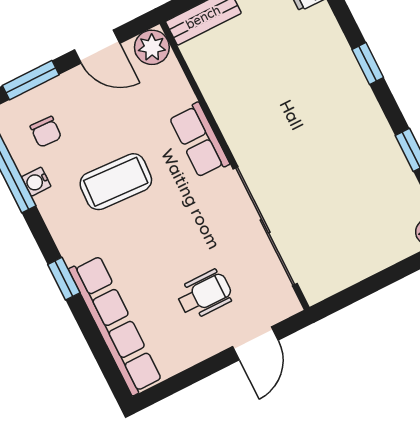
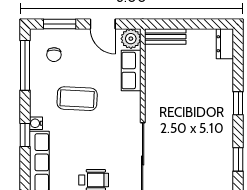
row of seats: (199, 140) -> (131, 71), moved
water cooler: (36, 182) -> (36, 123), moved

